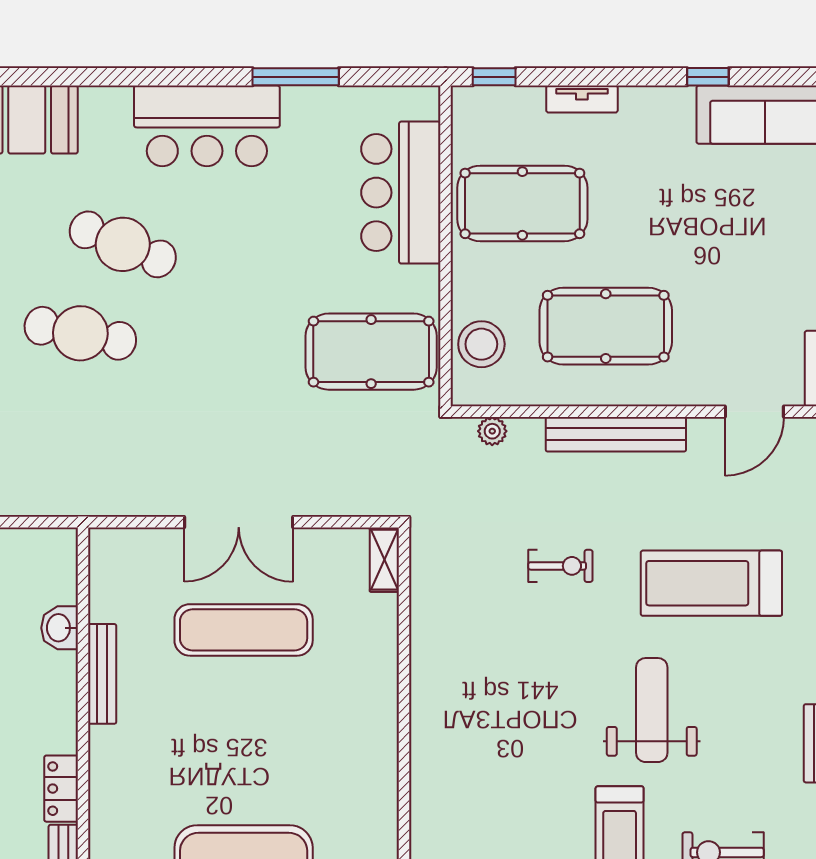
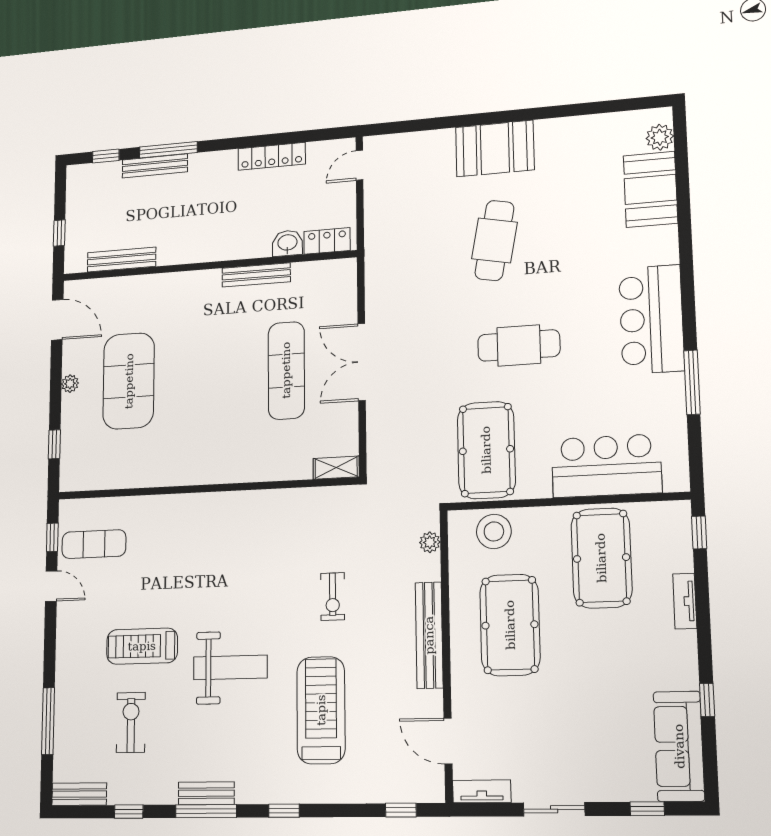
cafe table: (123, 244) -> (519, 345), moved, turned 68
locker: (61, 789) -> (327, 241), moved

